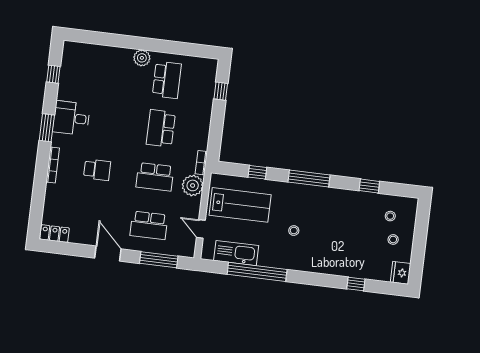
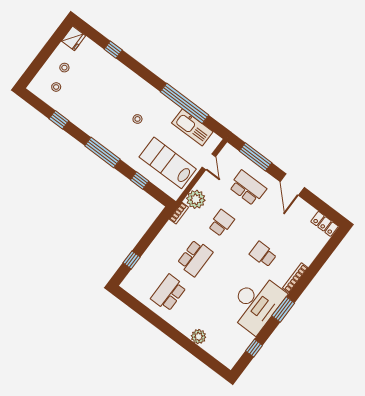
plant: (142, 58) -> (199, 337), moved
desk: (71, 118) -> (256, 303), width x1.87, depth x1.30
school desk: (155, 177) -> (221, 223), width x0.54

